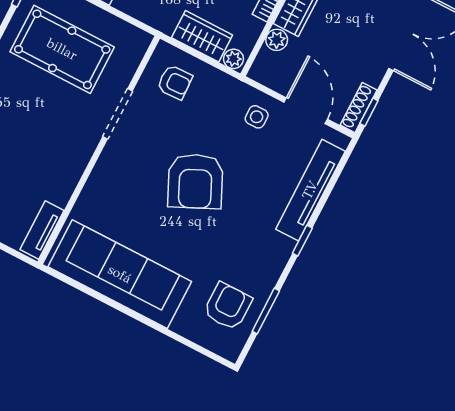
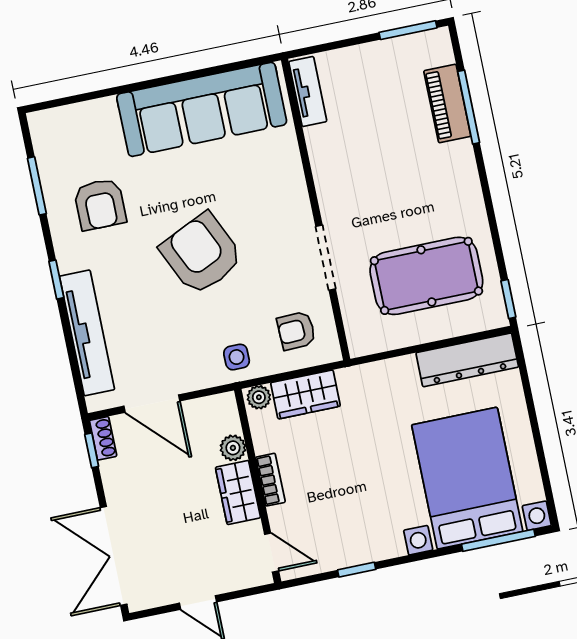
shoe rack: (359, 108) -> (103, 438), width x0.70
side table: (257, 117) -> (237, 357), moved
armchair: (228, 306) -> (100, 204), moved

